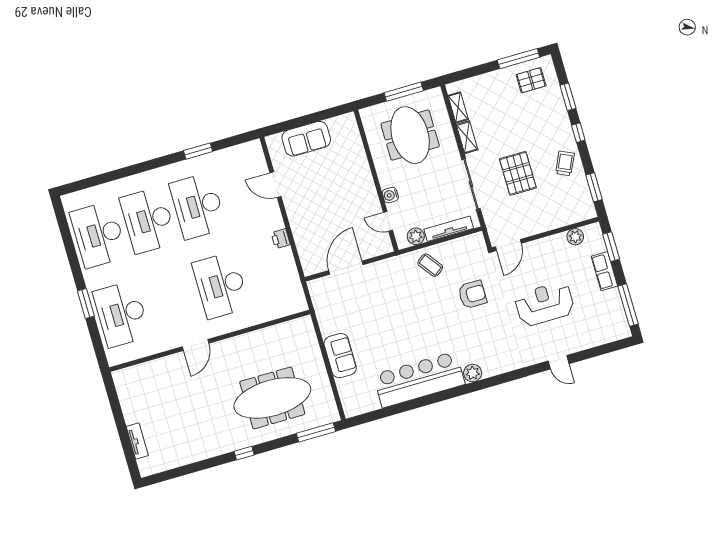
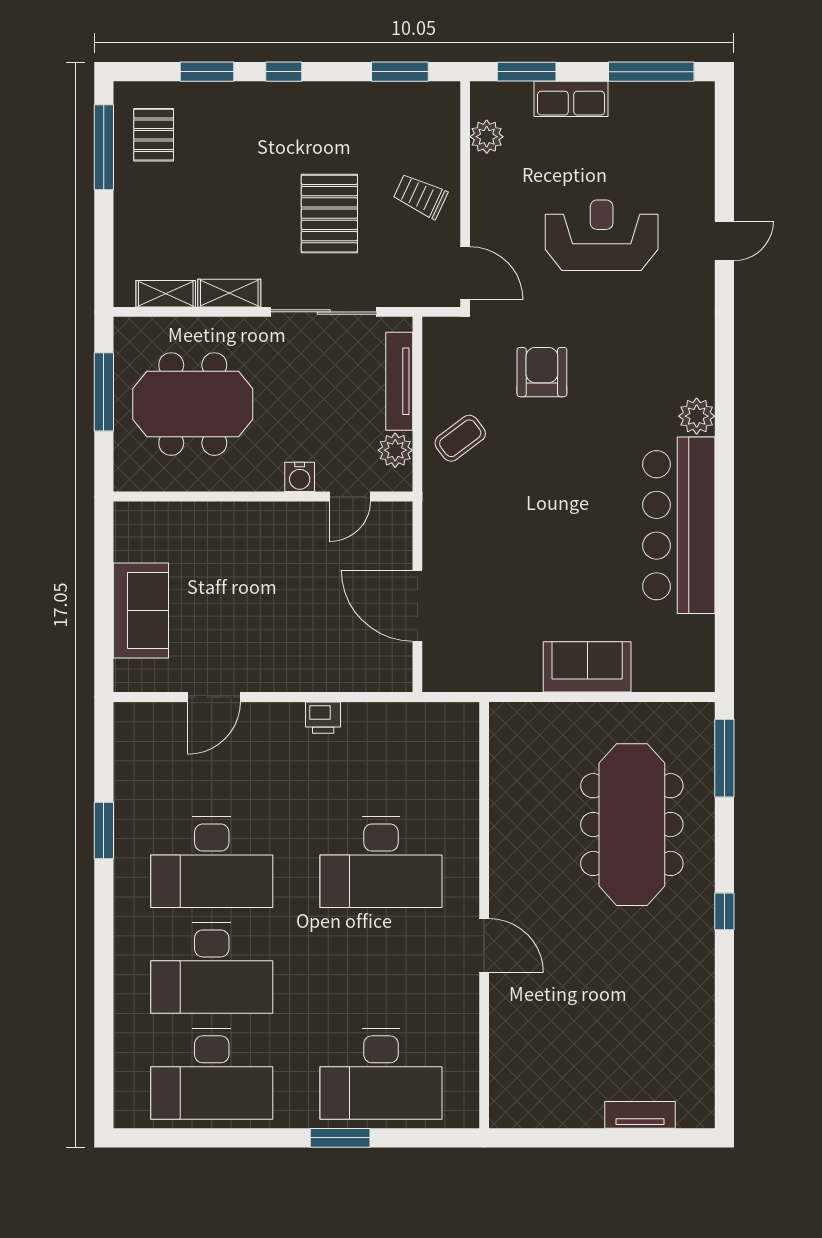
trolley: (565, 163) -> (420, 196), moved
pallet: (518, 173) -> (329, 214), turned 90
reception desk: (545, 304) -> (602, 235), turned 90

